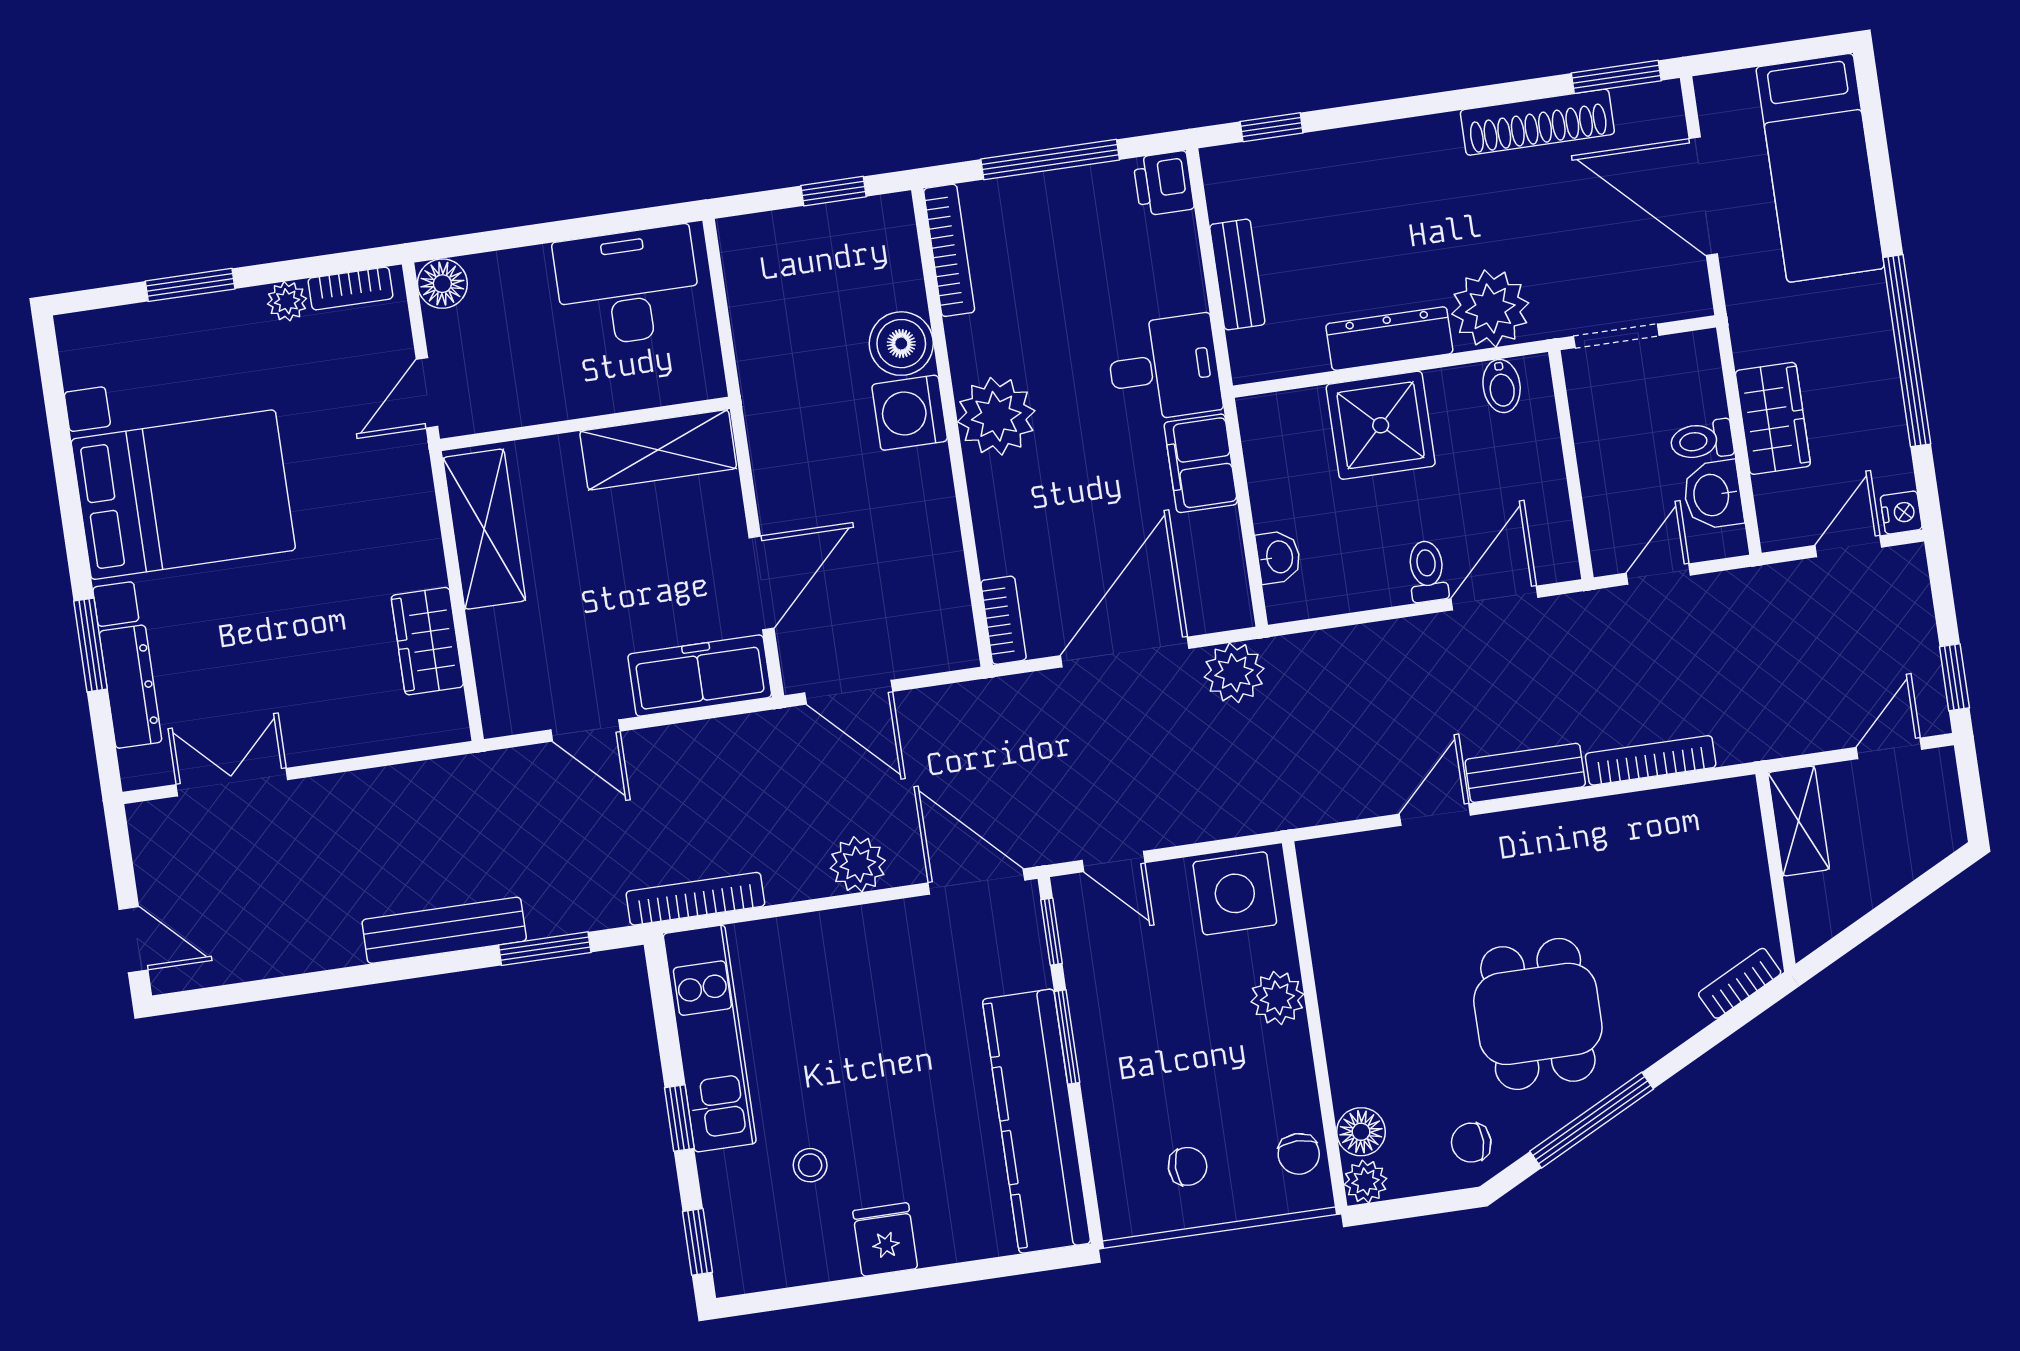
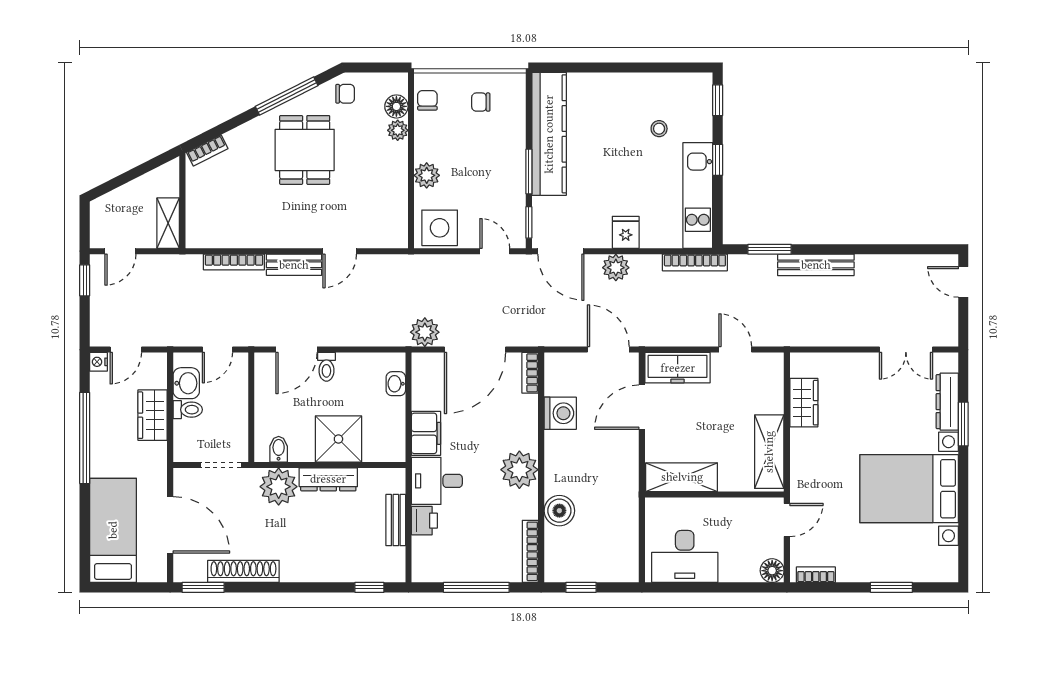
printer: (1164, 183) -> (424, 521), moved
plant: (287, 301) -> (847, 573), removed
washing machine: (910, 413) -> (560, 413), moved
plant: (1366, 1182) -> (398, 130), moved
fridge: (885, 1239) -> (626, 232), moved, turned 180

